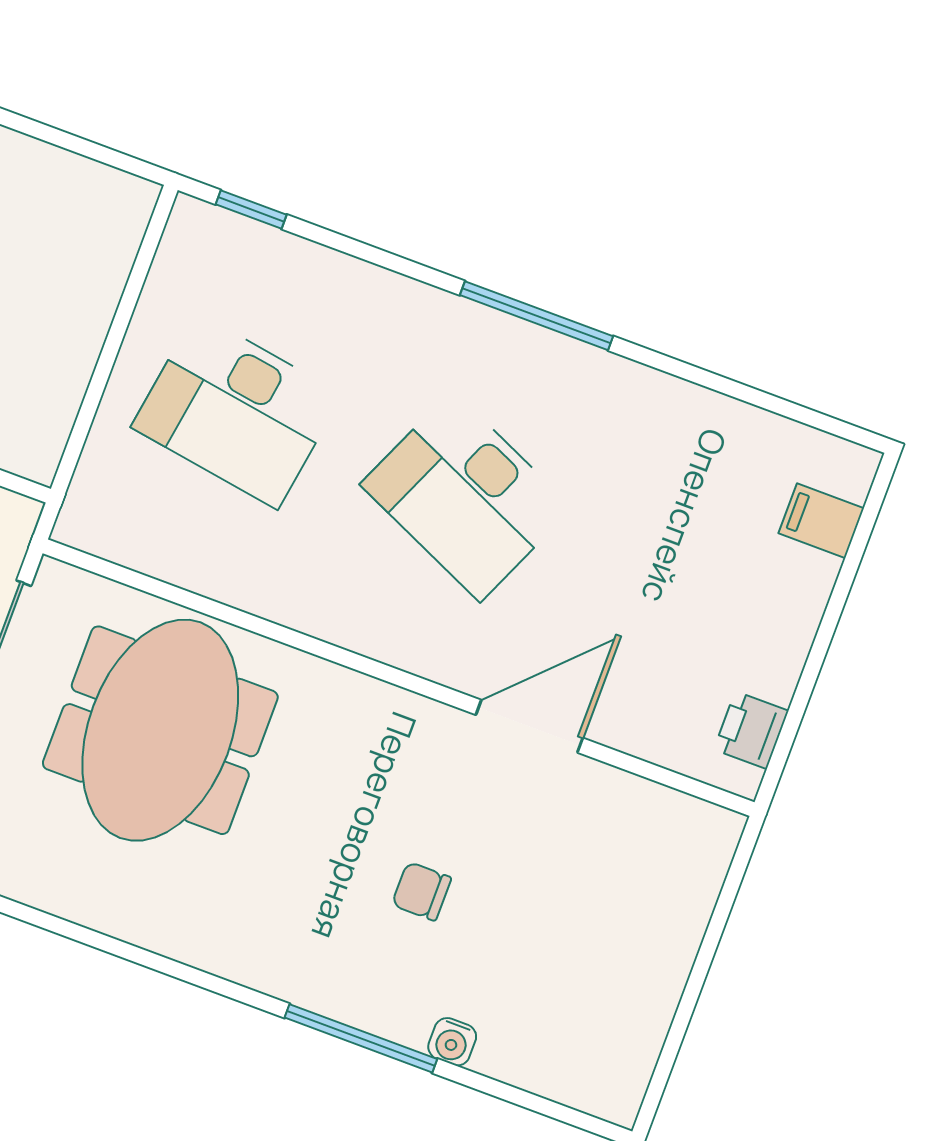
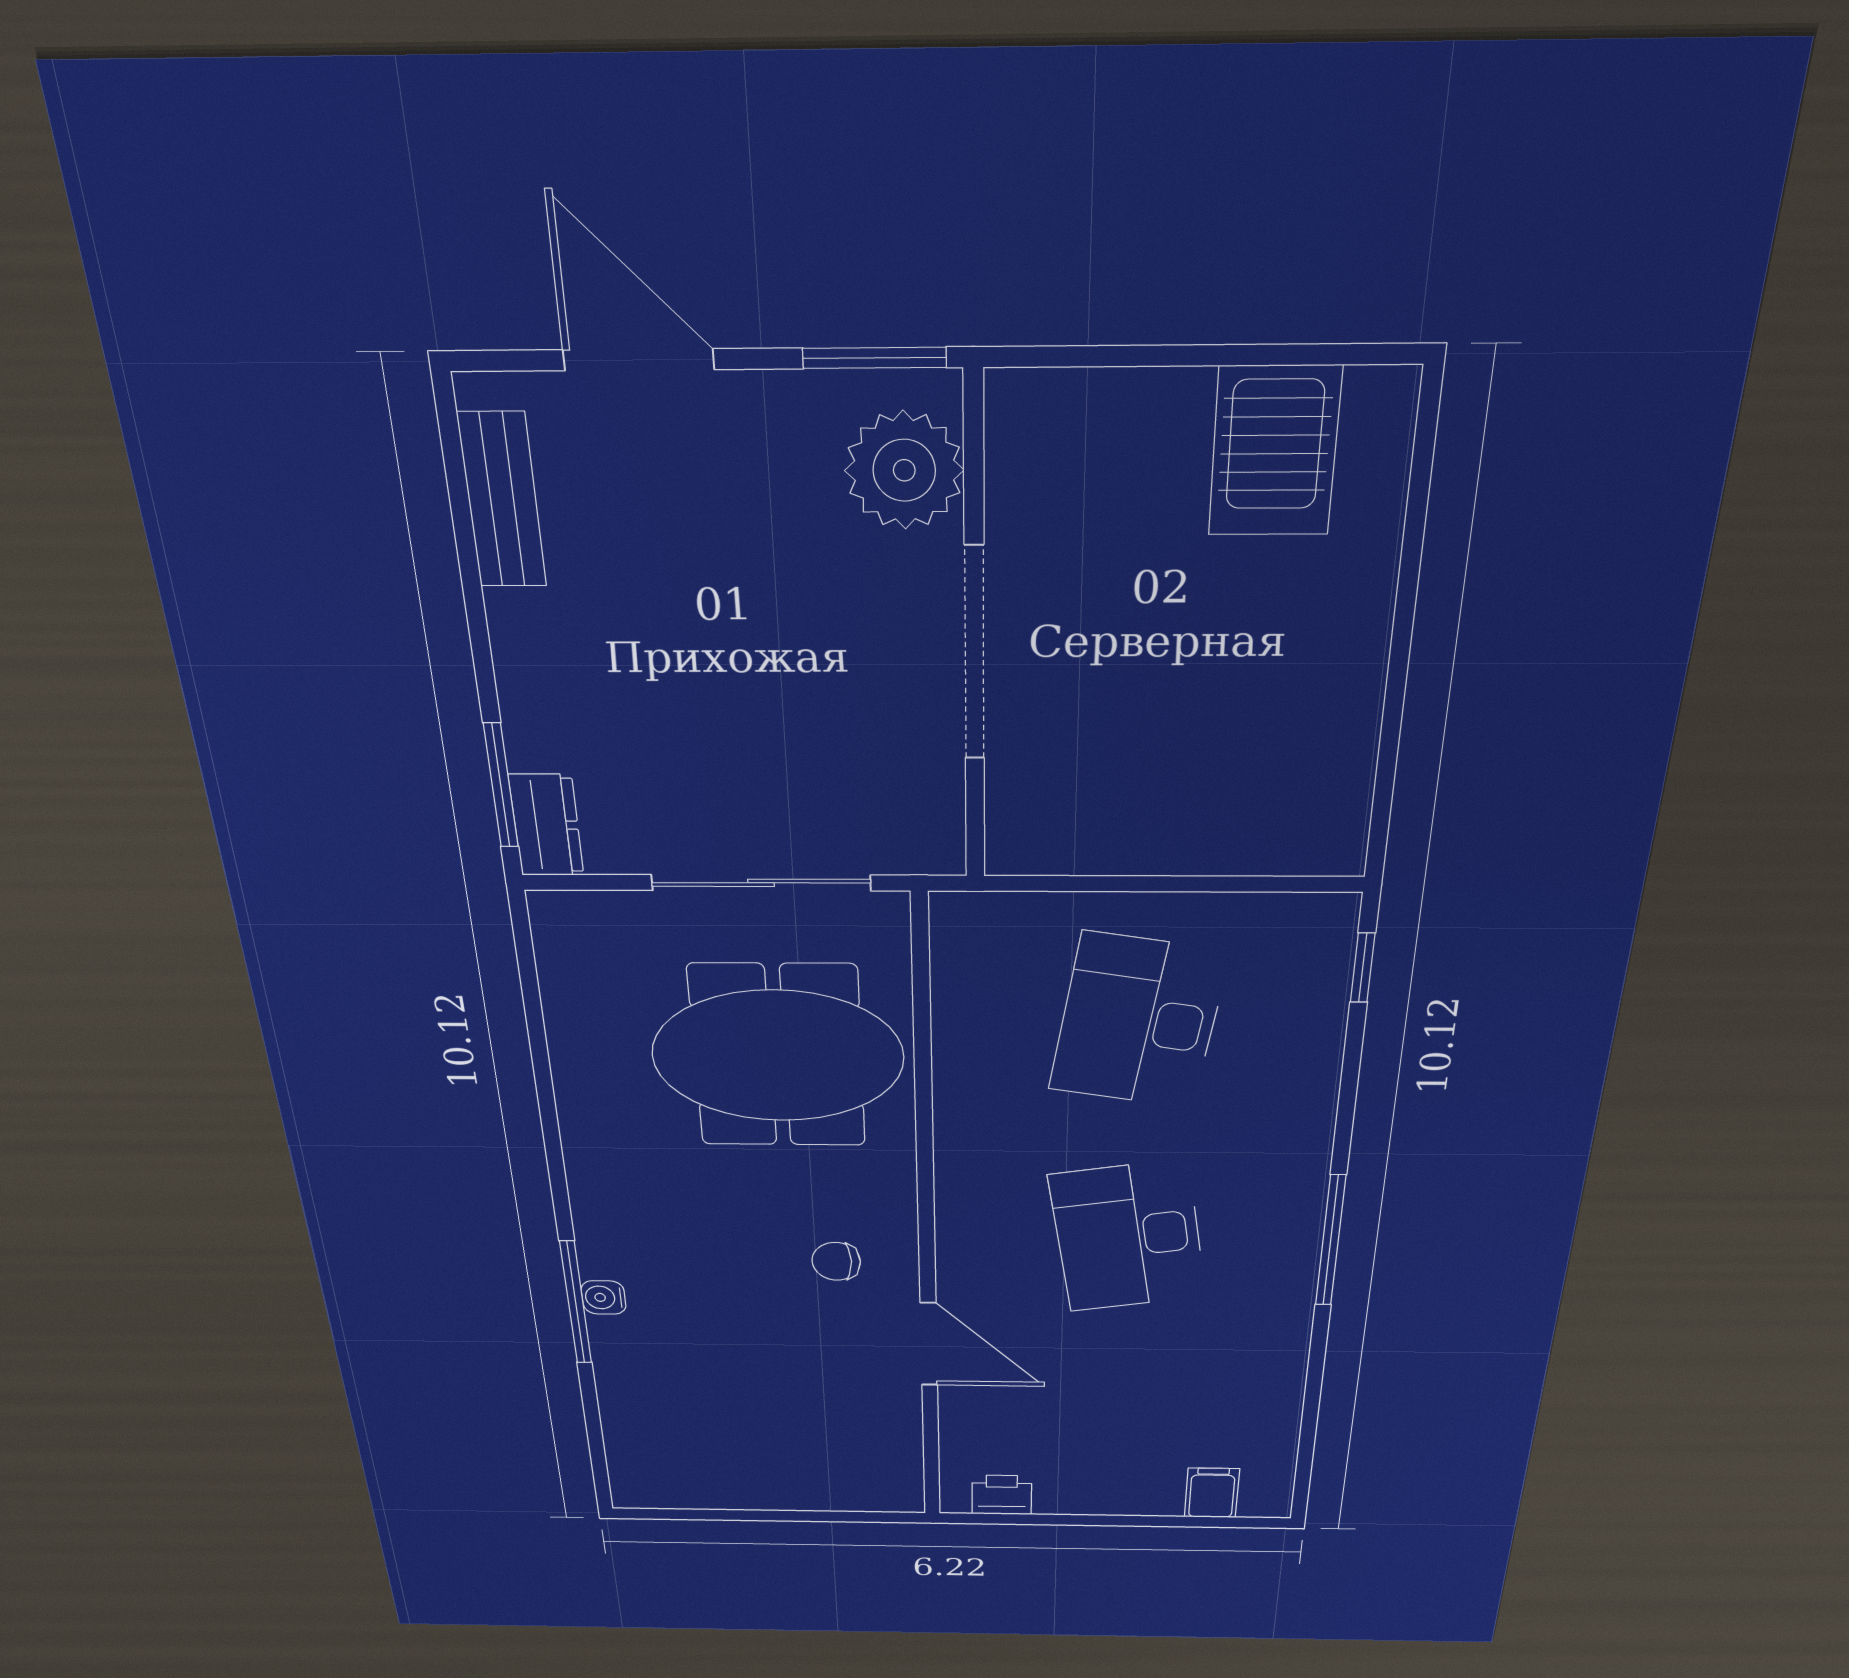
desk: (466, 496) -> (1128, 1237), turned -33
chair: (421, 891) -> (836, 1261), moved, turned -90
water cooler: (452, 1042) -> (604, 1297), moved

